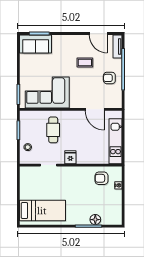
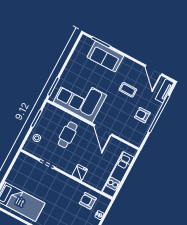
sofa: (36, 44) -> (105, 57), moved
door: (95, 109) -> (103, 130), moved
fridge: (70, 157) -> (80, 172), moved

